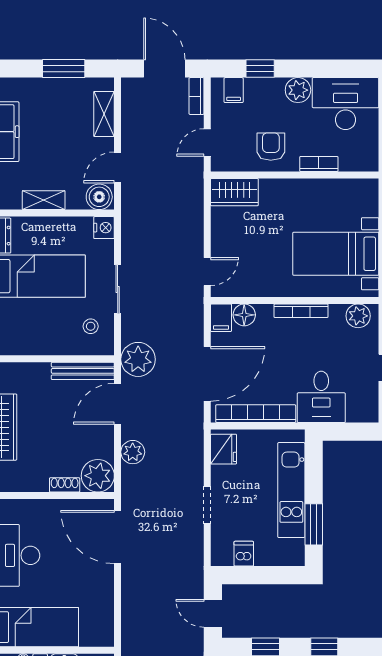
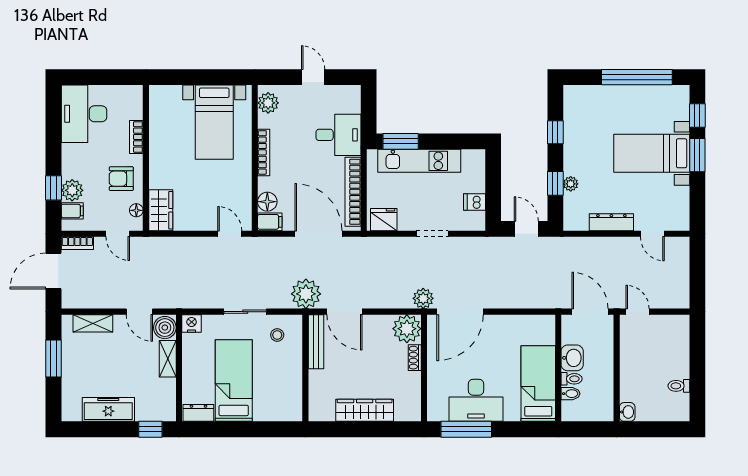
plant: (298, 90) -> (72, 190), moved
floor lamp: (234, 164) -> (136, 210), added
shelving: (44, 200) -> (168, 359), moved
plant: (133, 452) -> (423, 298), moved
window: (314, 524) -> (401, 141), moved
door: (213, 613) -> (526, 229), swing flipped

